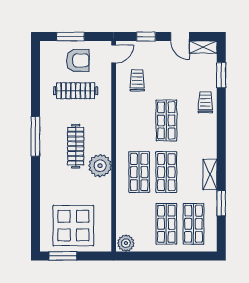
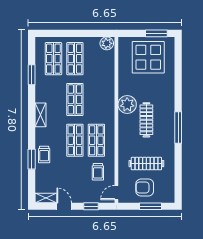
window: (221, 75) -> (32, 159), moved
shop shelf: (139, 172) -> (96, 140), moved
shelving: (210, 174) -> (41, 115), moved

